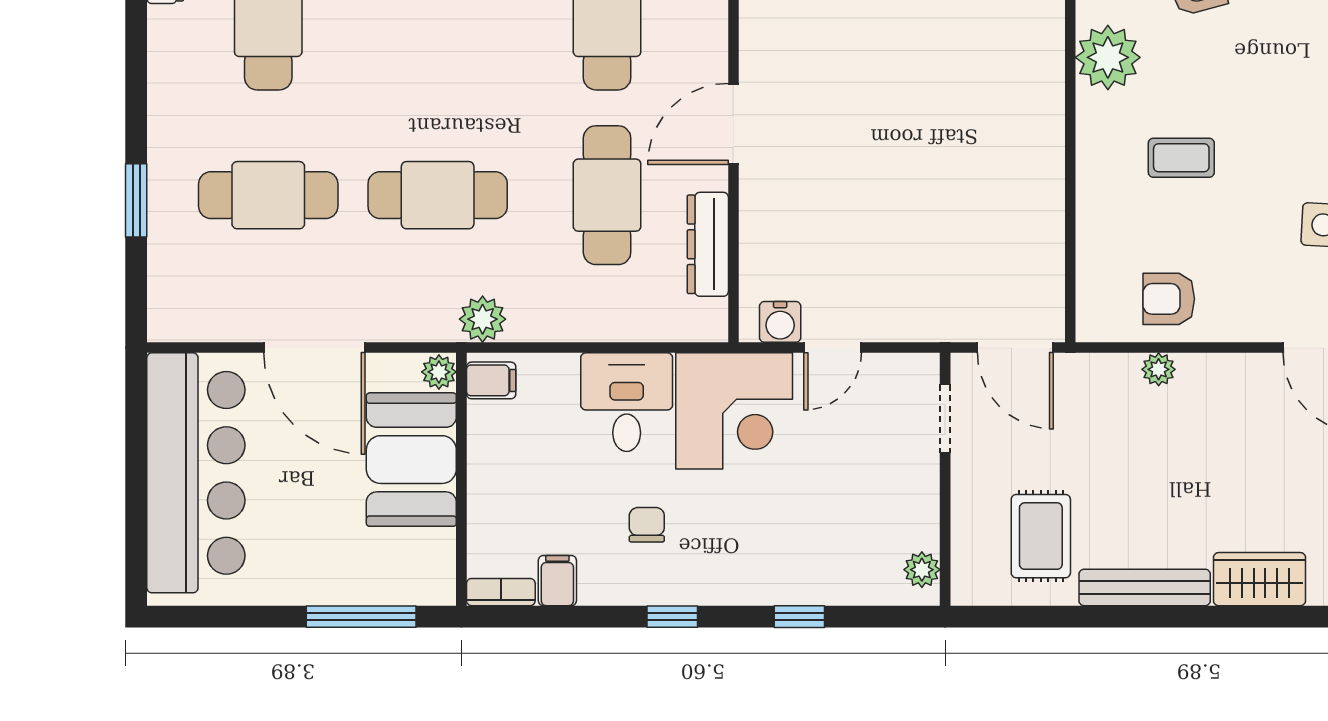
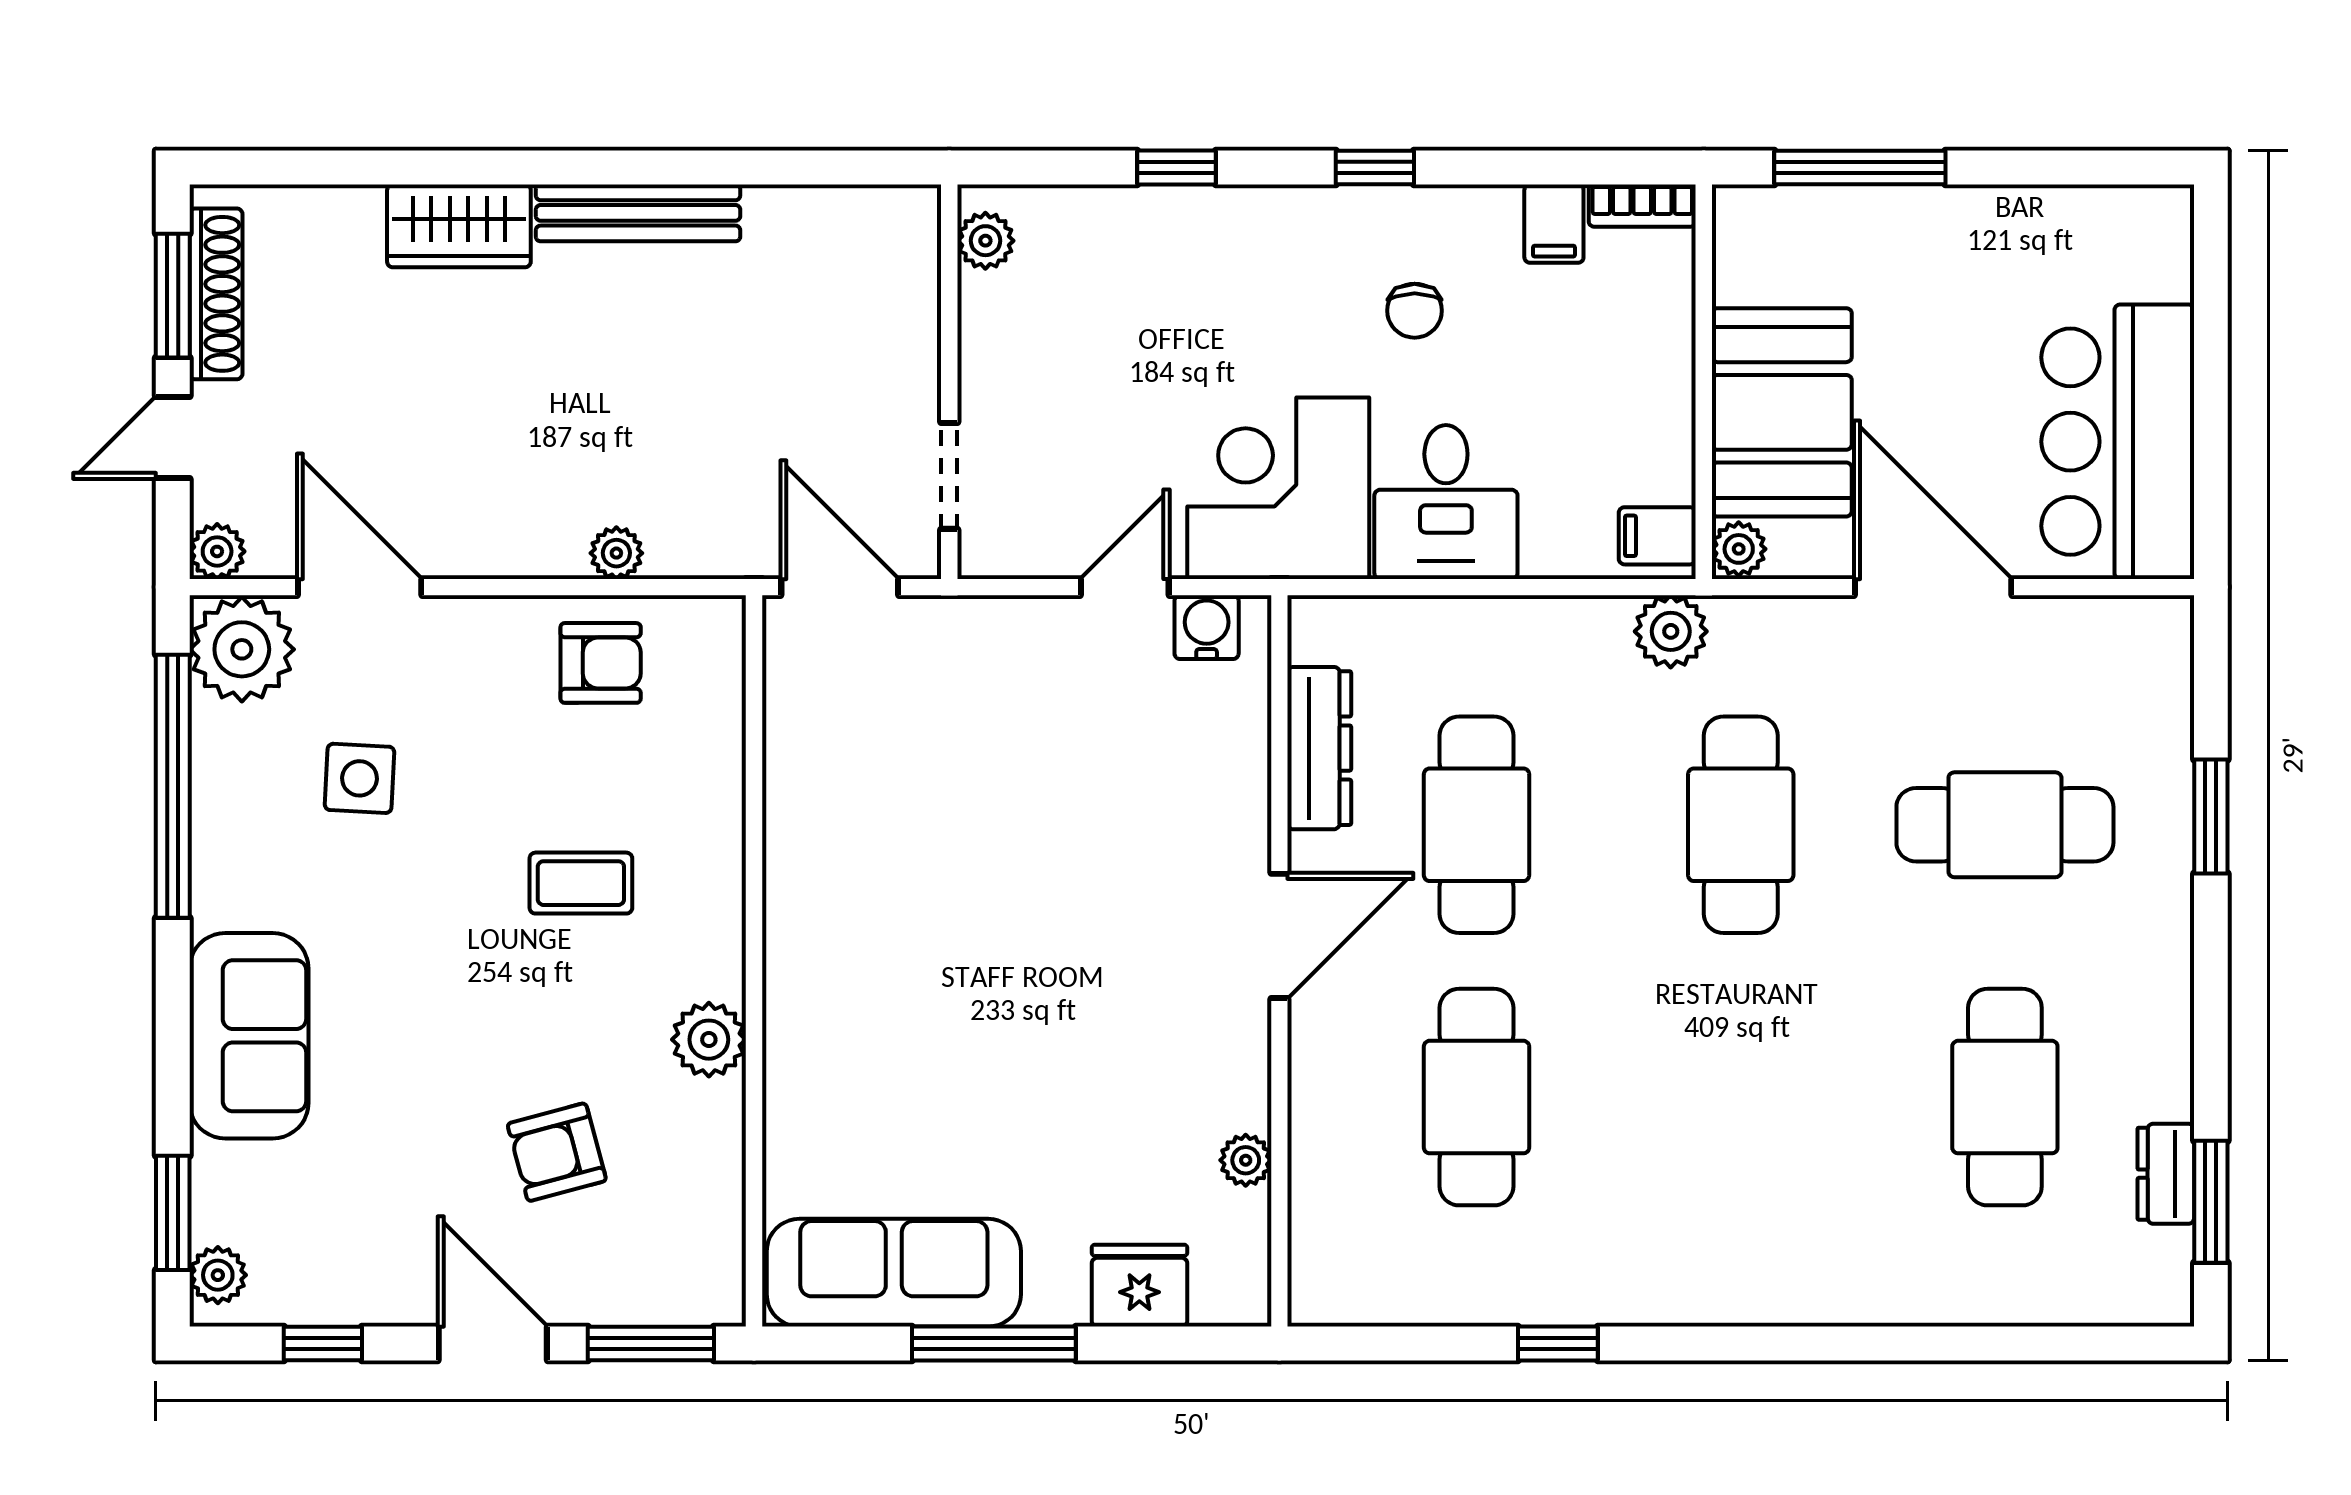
plant: (1108, 57) -> (709, 1040), width x0.73, depth x0.73
cafe table: (438, 195) -> (1741, 825), turned 90
bar counter: (196, 473) -> (2118, 442), width x0.73
rug: (1041, 536) -> (800, 293), removed

